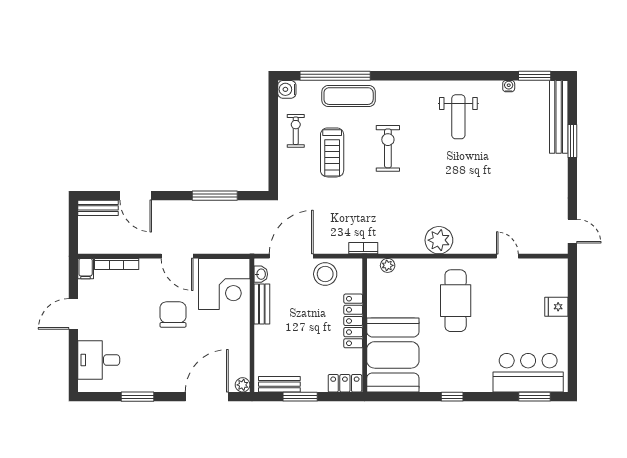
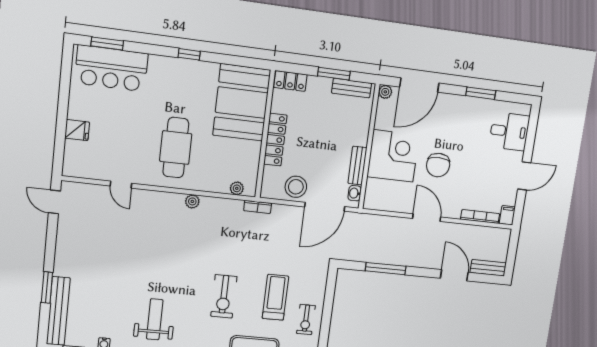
plant: (439, 240) -> (192, 201), width x0.53, depth x0.53
corner desk: (224, 284) -> (393, 156), moved, turned 90

